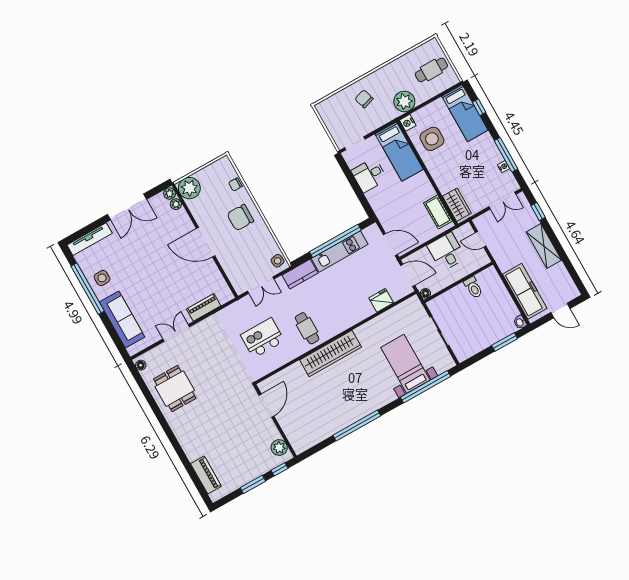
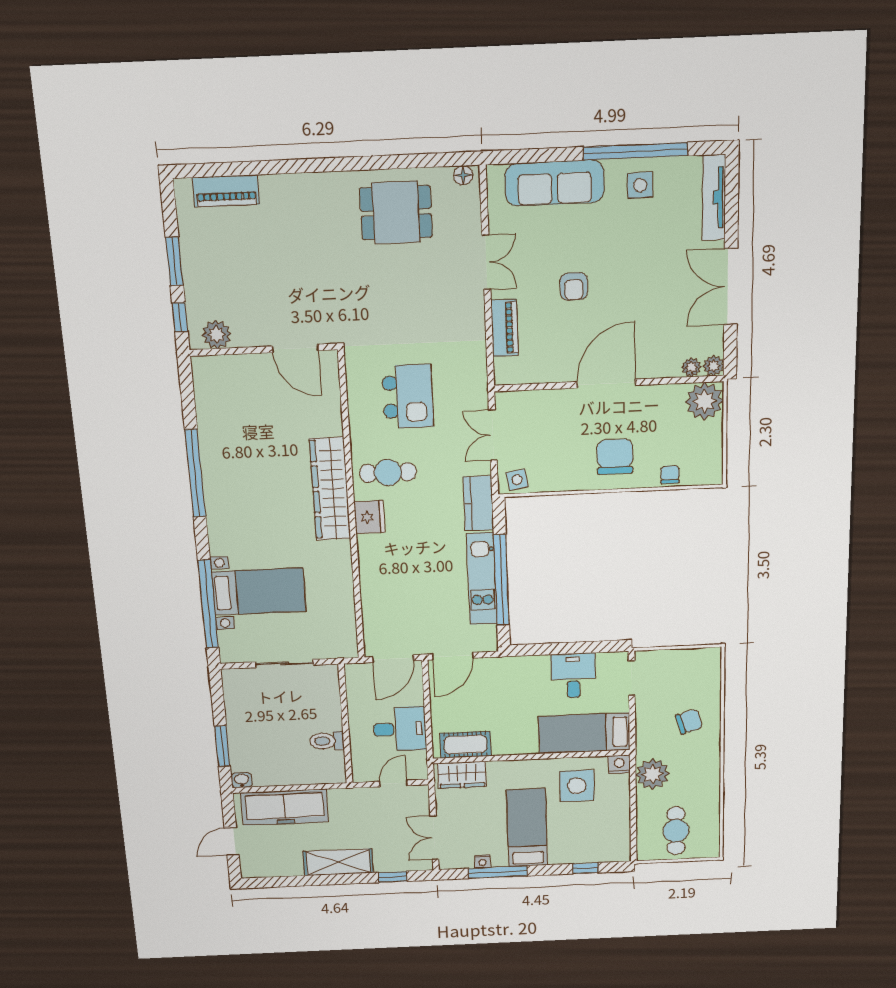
bed: (465, 113) -> (527, 828), moved, turned 90
armchair: (166, 284) -> (574, 286), added
floor lamp: (426, 293) -> (353, 671), removed
fridge: (381, 300) -> (369, 517), moved

